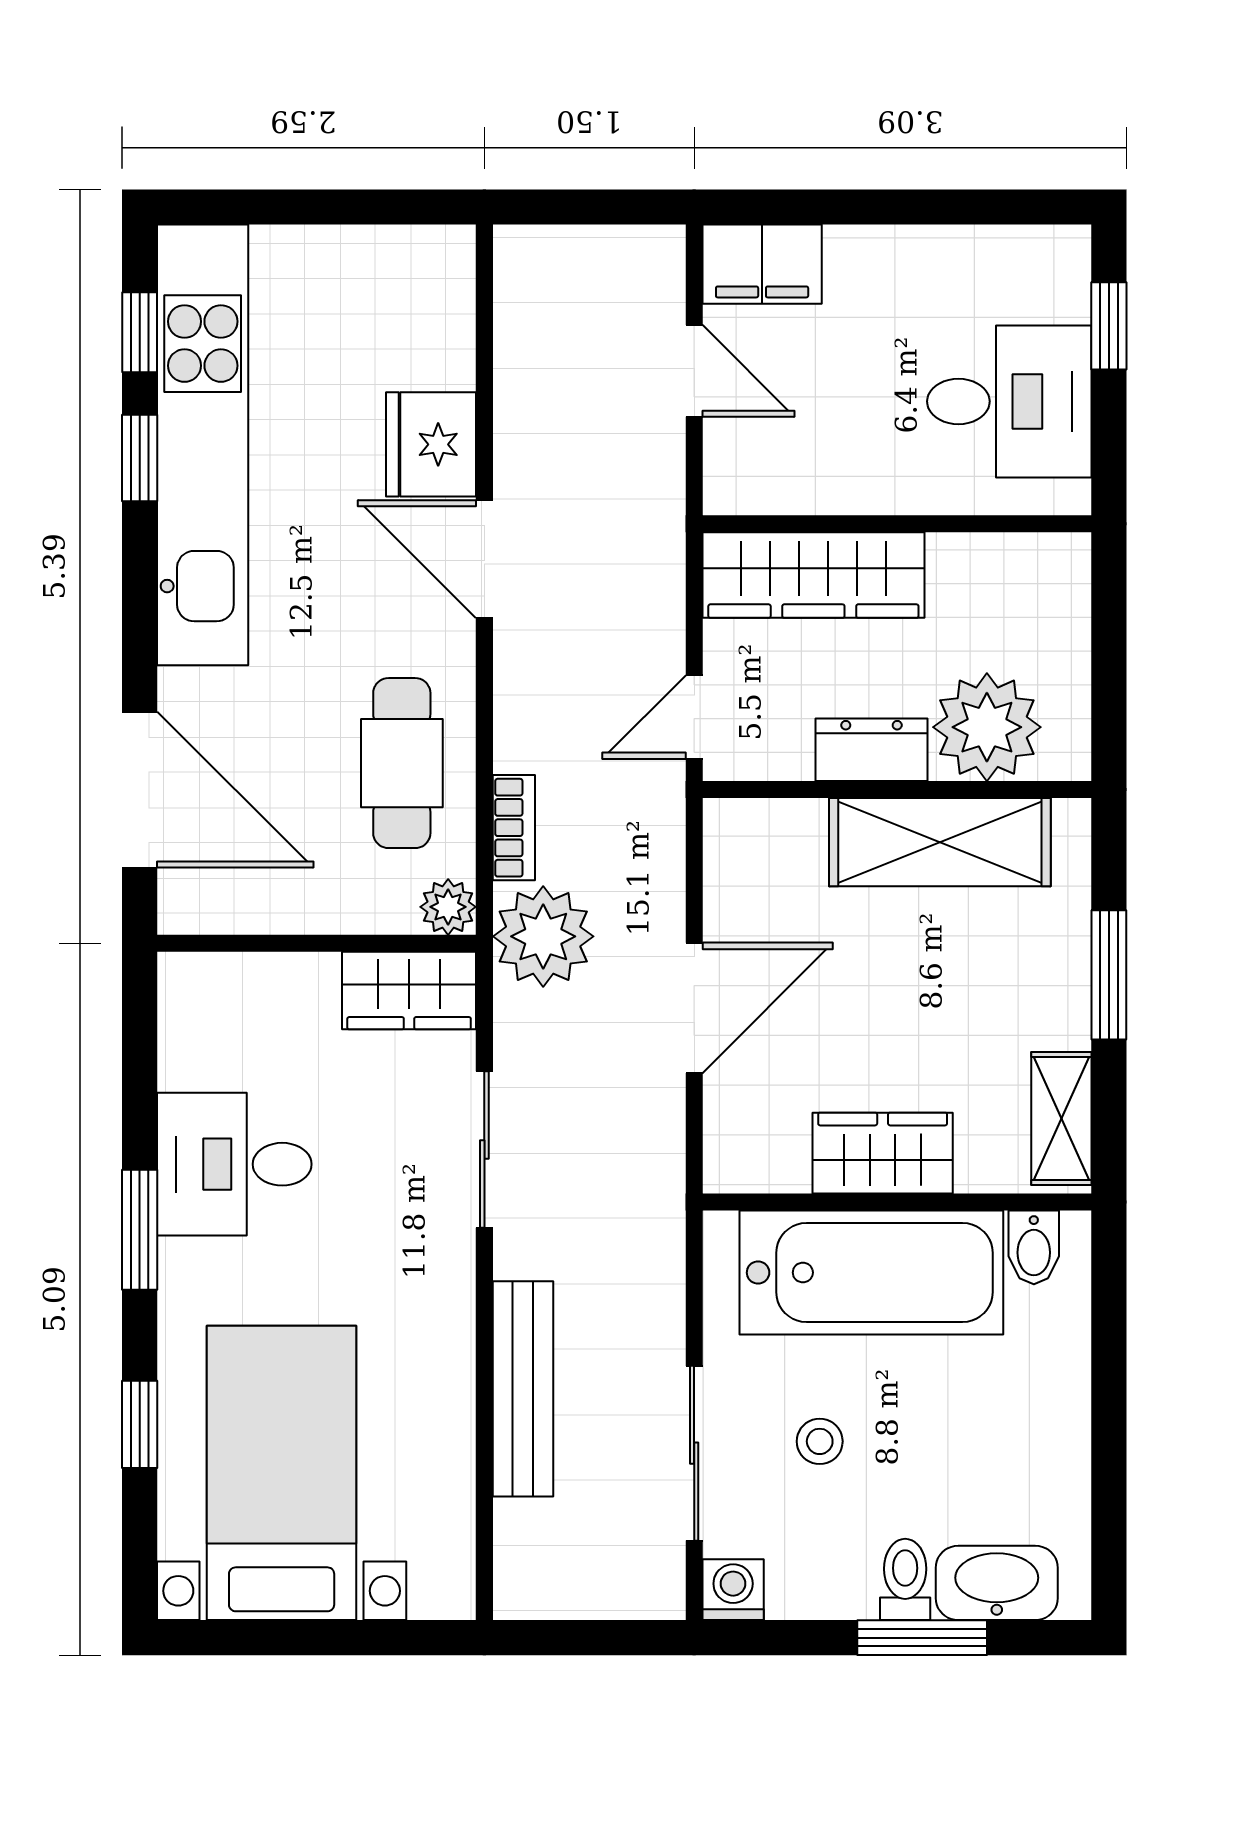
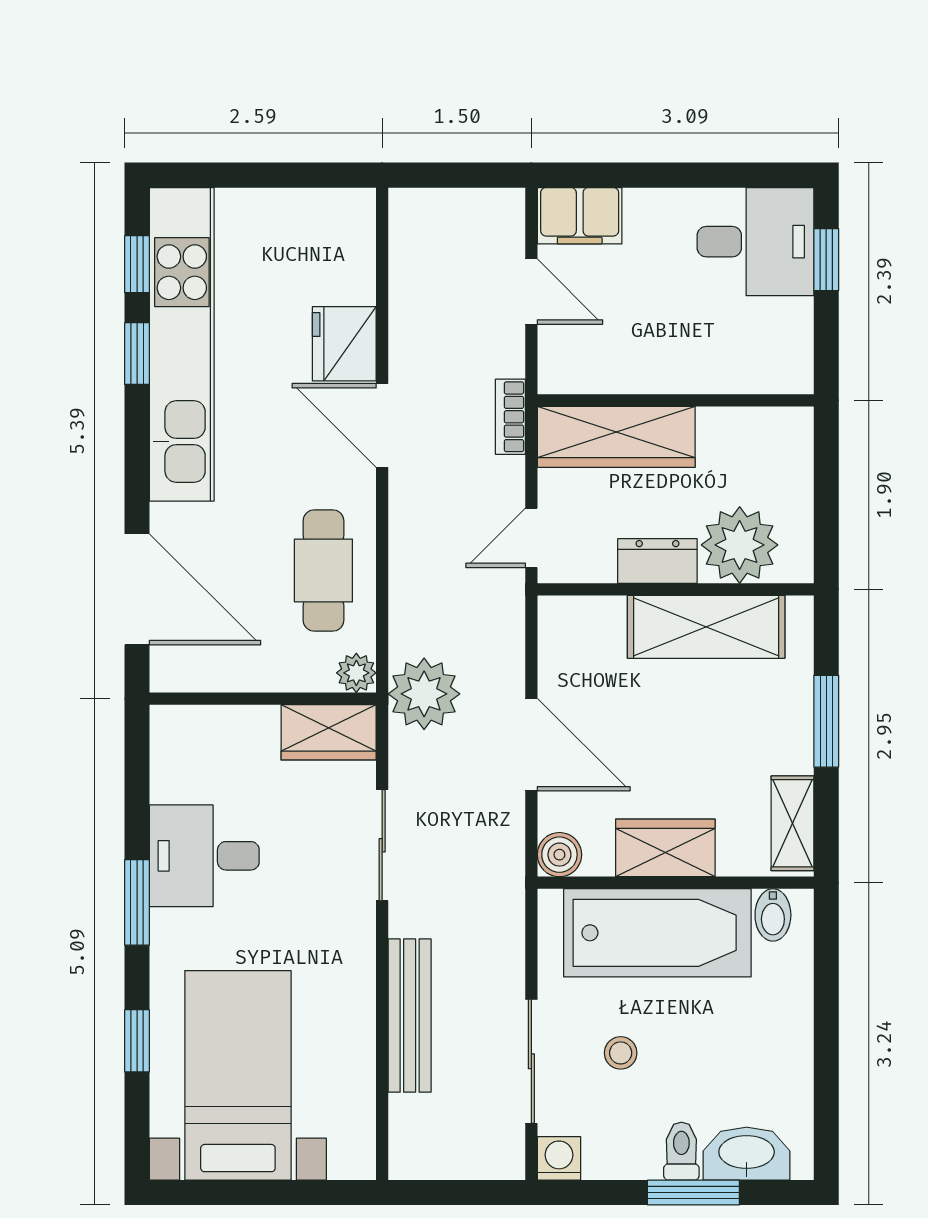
desk: (1009, 401) -> (755, 242), moved
bookcase: (514, 828) -> (510, 417), moved, turned 180
door: (694, 1008) -> (531, 745), hinge flipped
boiler: (734, 1163) -> (559, 855), added

